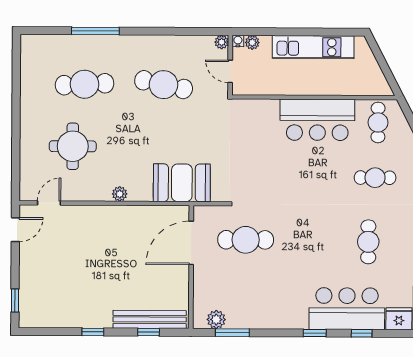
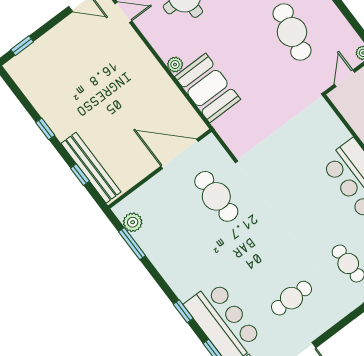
booth: (182, 183) -> (208, 88), moved

